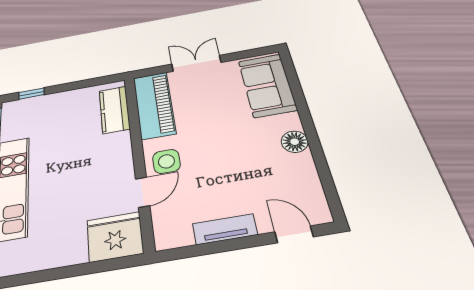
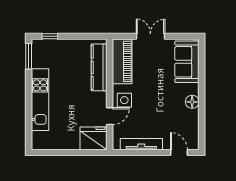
kitchen counter: (114, 110) -> (99, 67), width x1.50
tv unit: (225, 229) -> (141, 144), width x1.41

